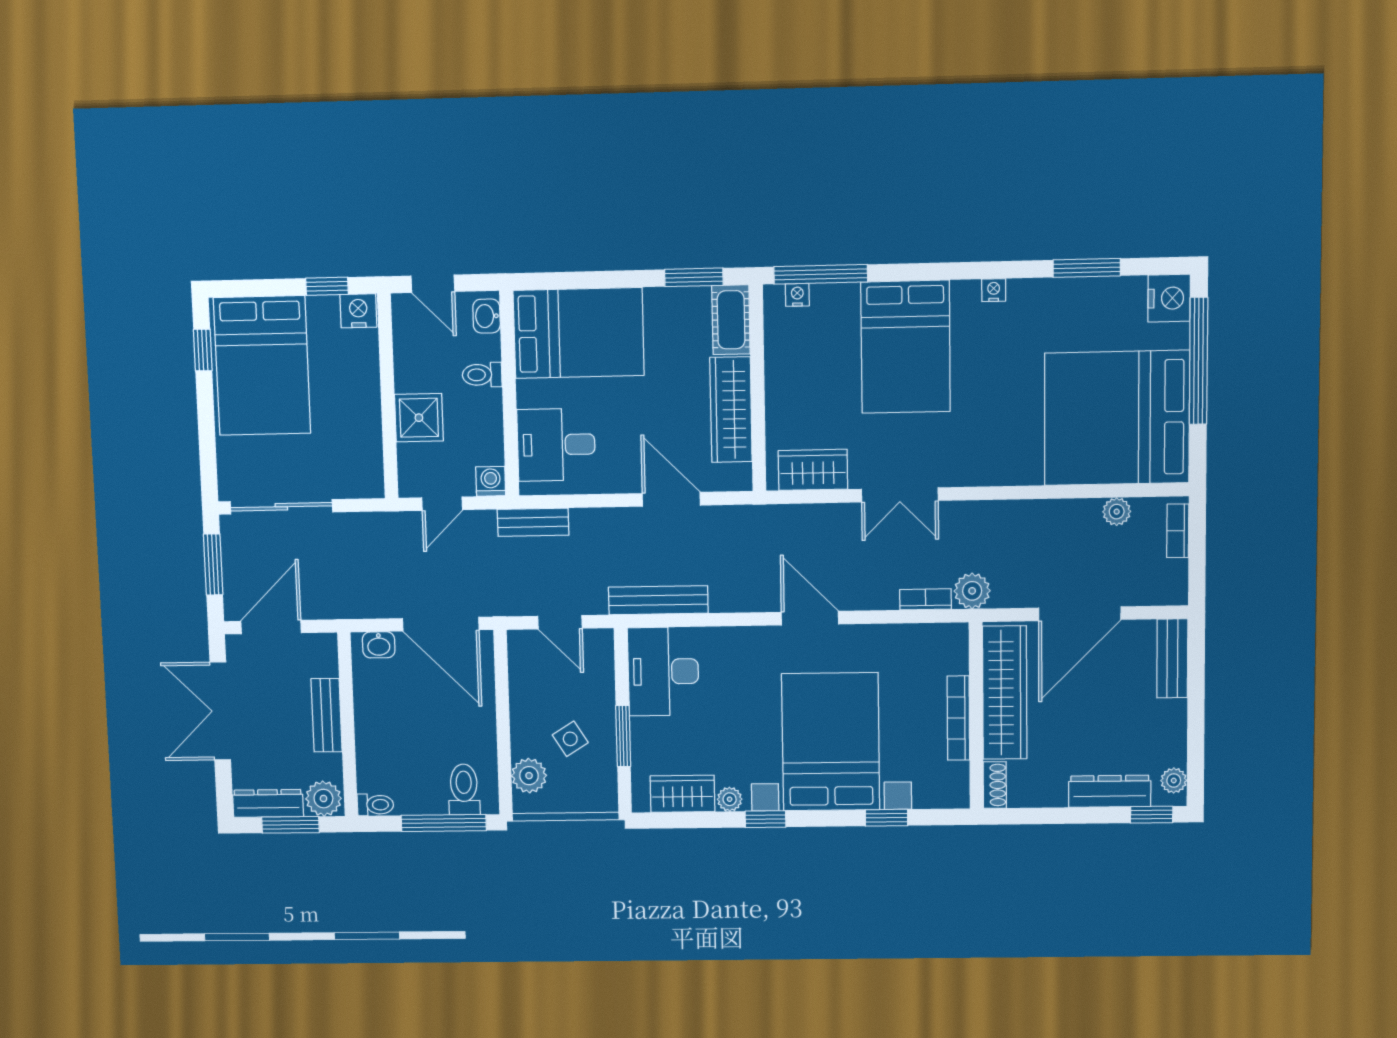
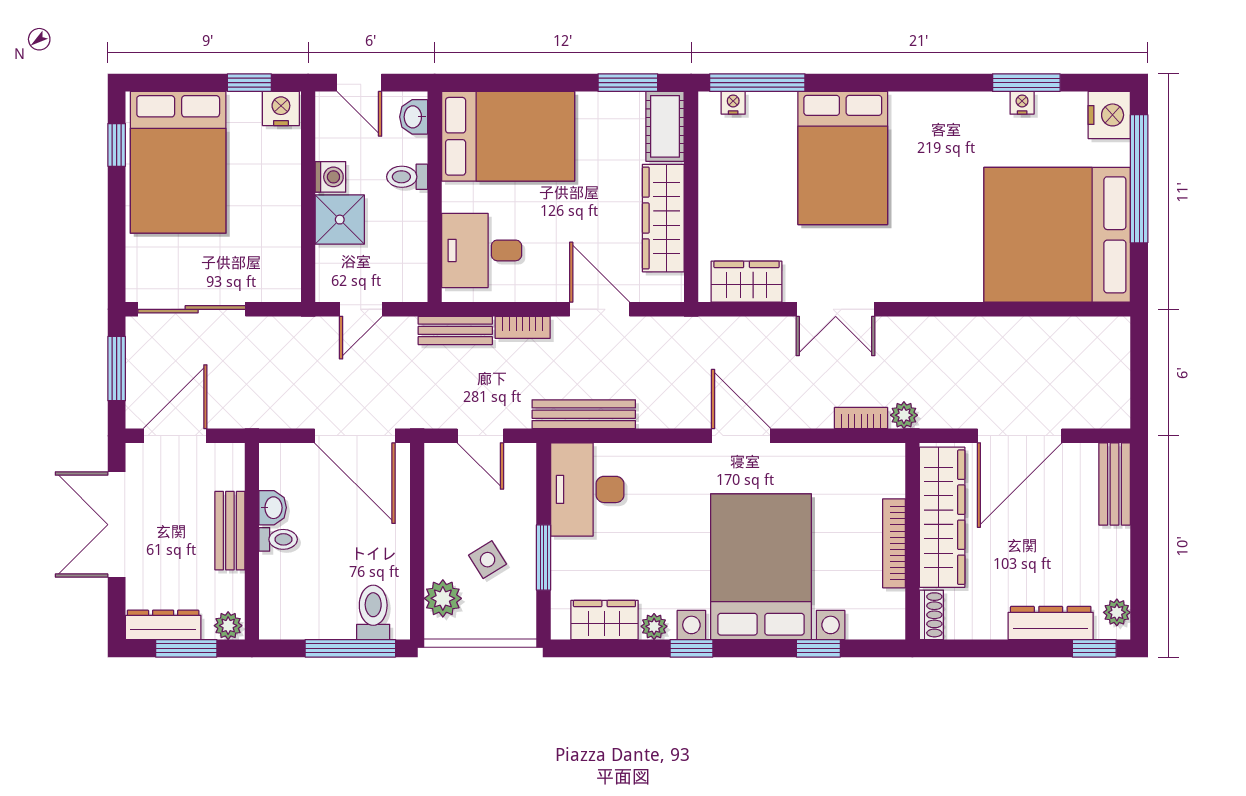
nightstand: (994, 290) -> (1022, 103), moved
washing machine: (491, 481) -> (330, 177), moved, turned 90
plant: (1117, 512) -> (1057, 331), removed
bookcase: (1178, 531) -> (523, 327), moved, turned -90
plant: (972, 591) -> (904, 415), width x0.73, depth x0.73
washbasin: (379, 645) -> (273, 508), moved, turned -90
plant: (323, 799) -> (228, 626), width x0.73, depth x0.73
toilet: (375, 805) -> (278, 539), moved

